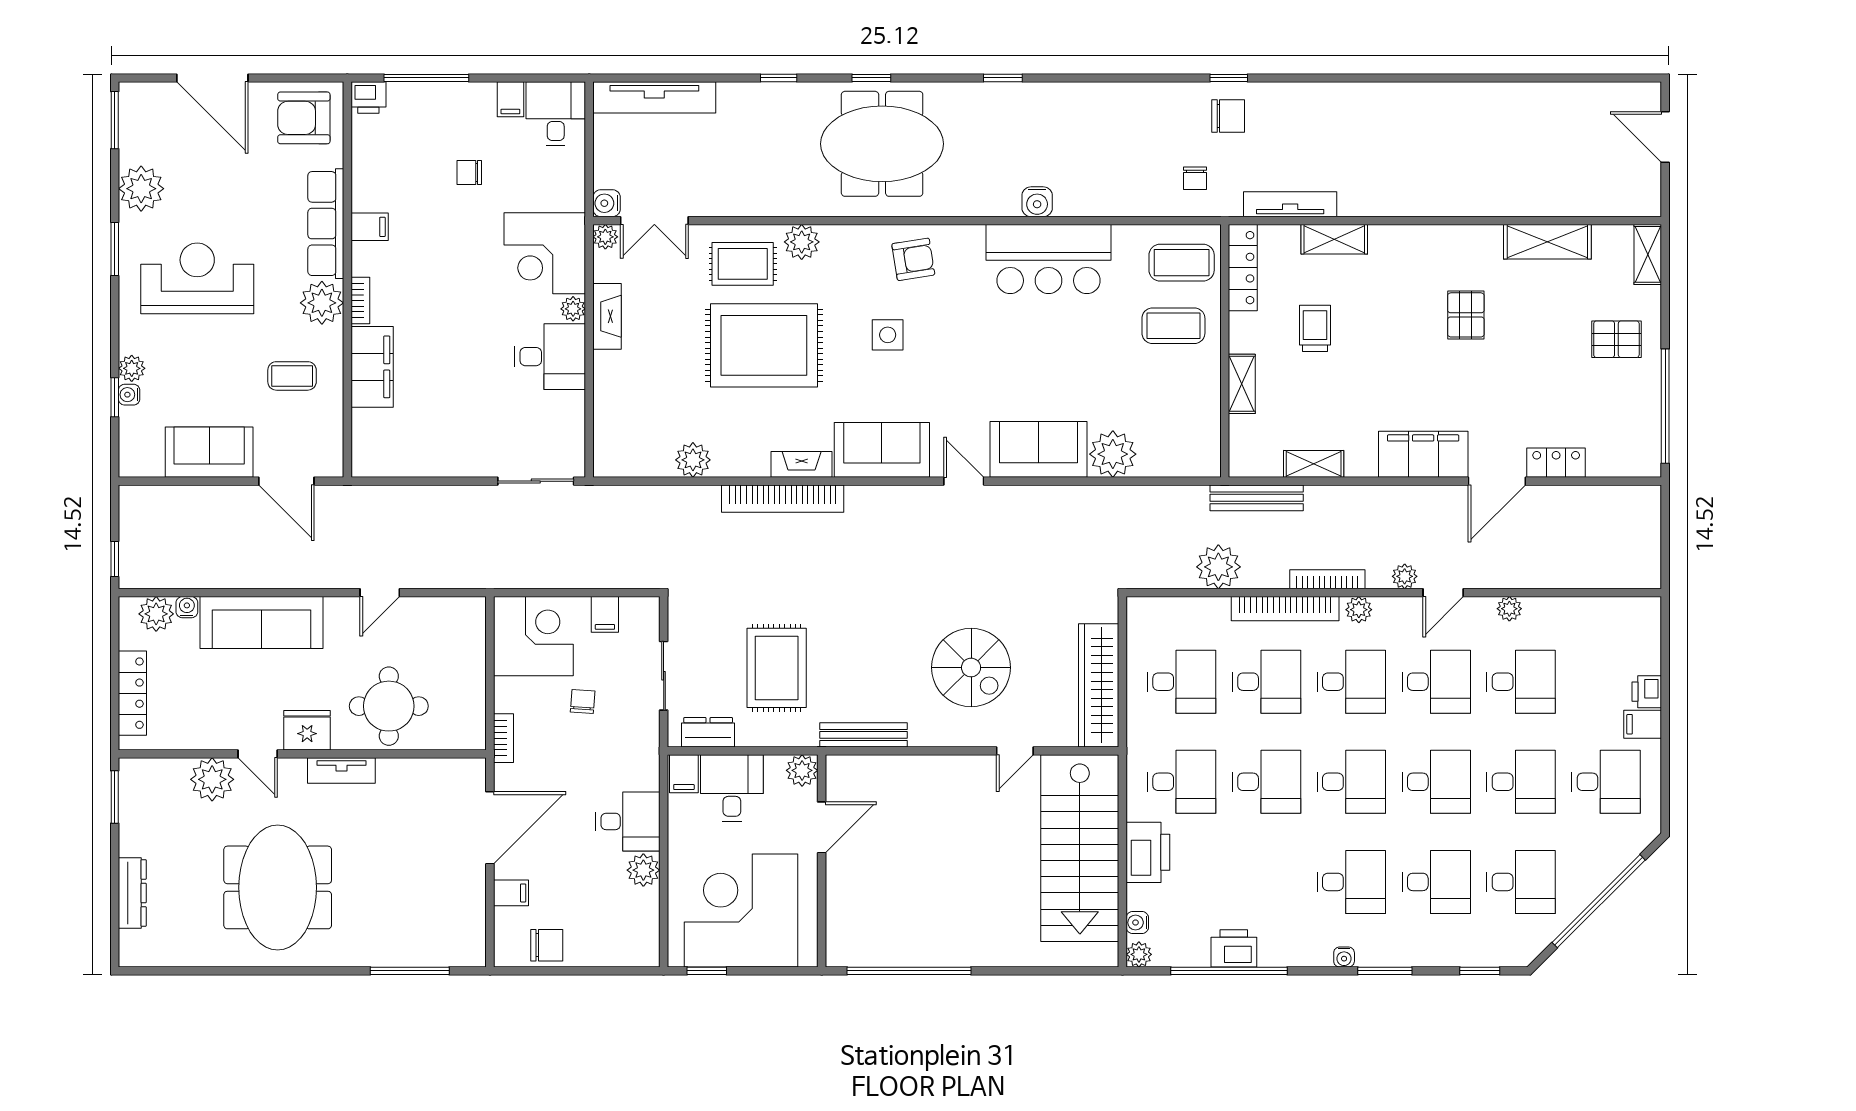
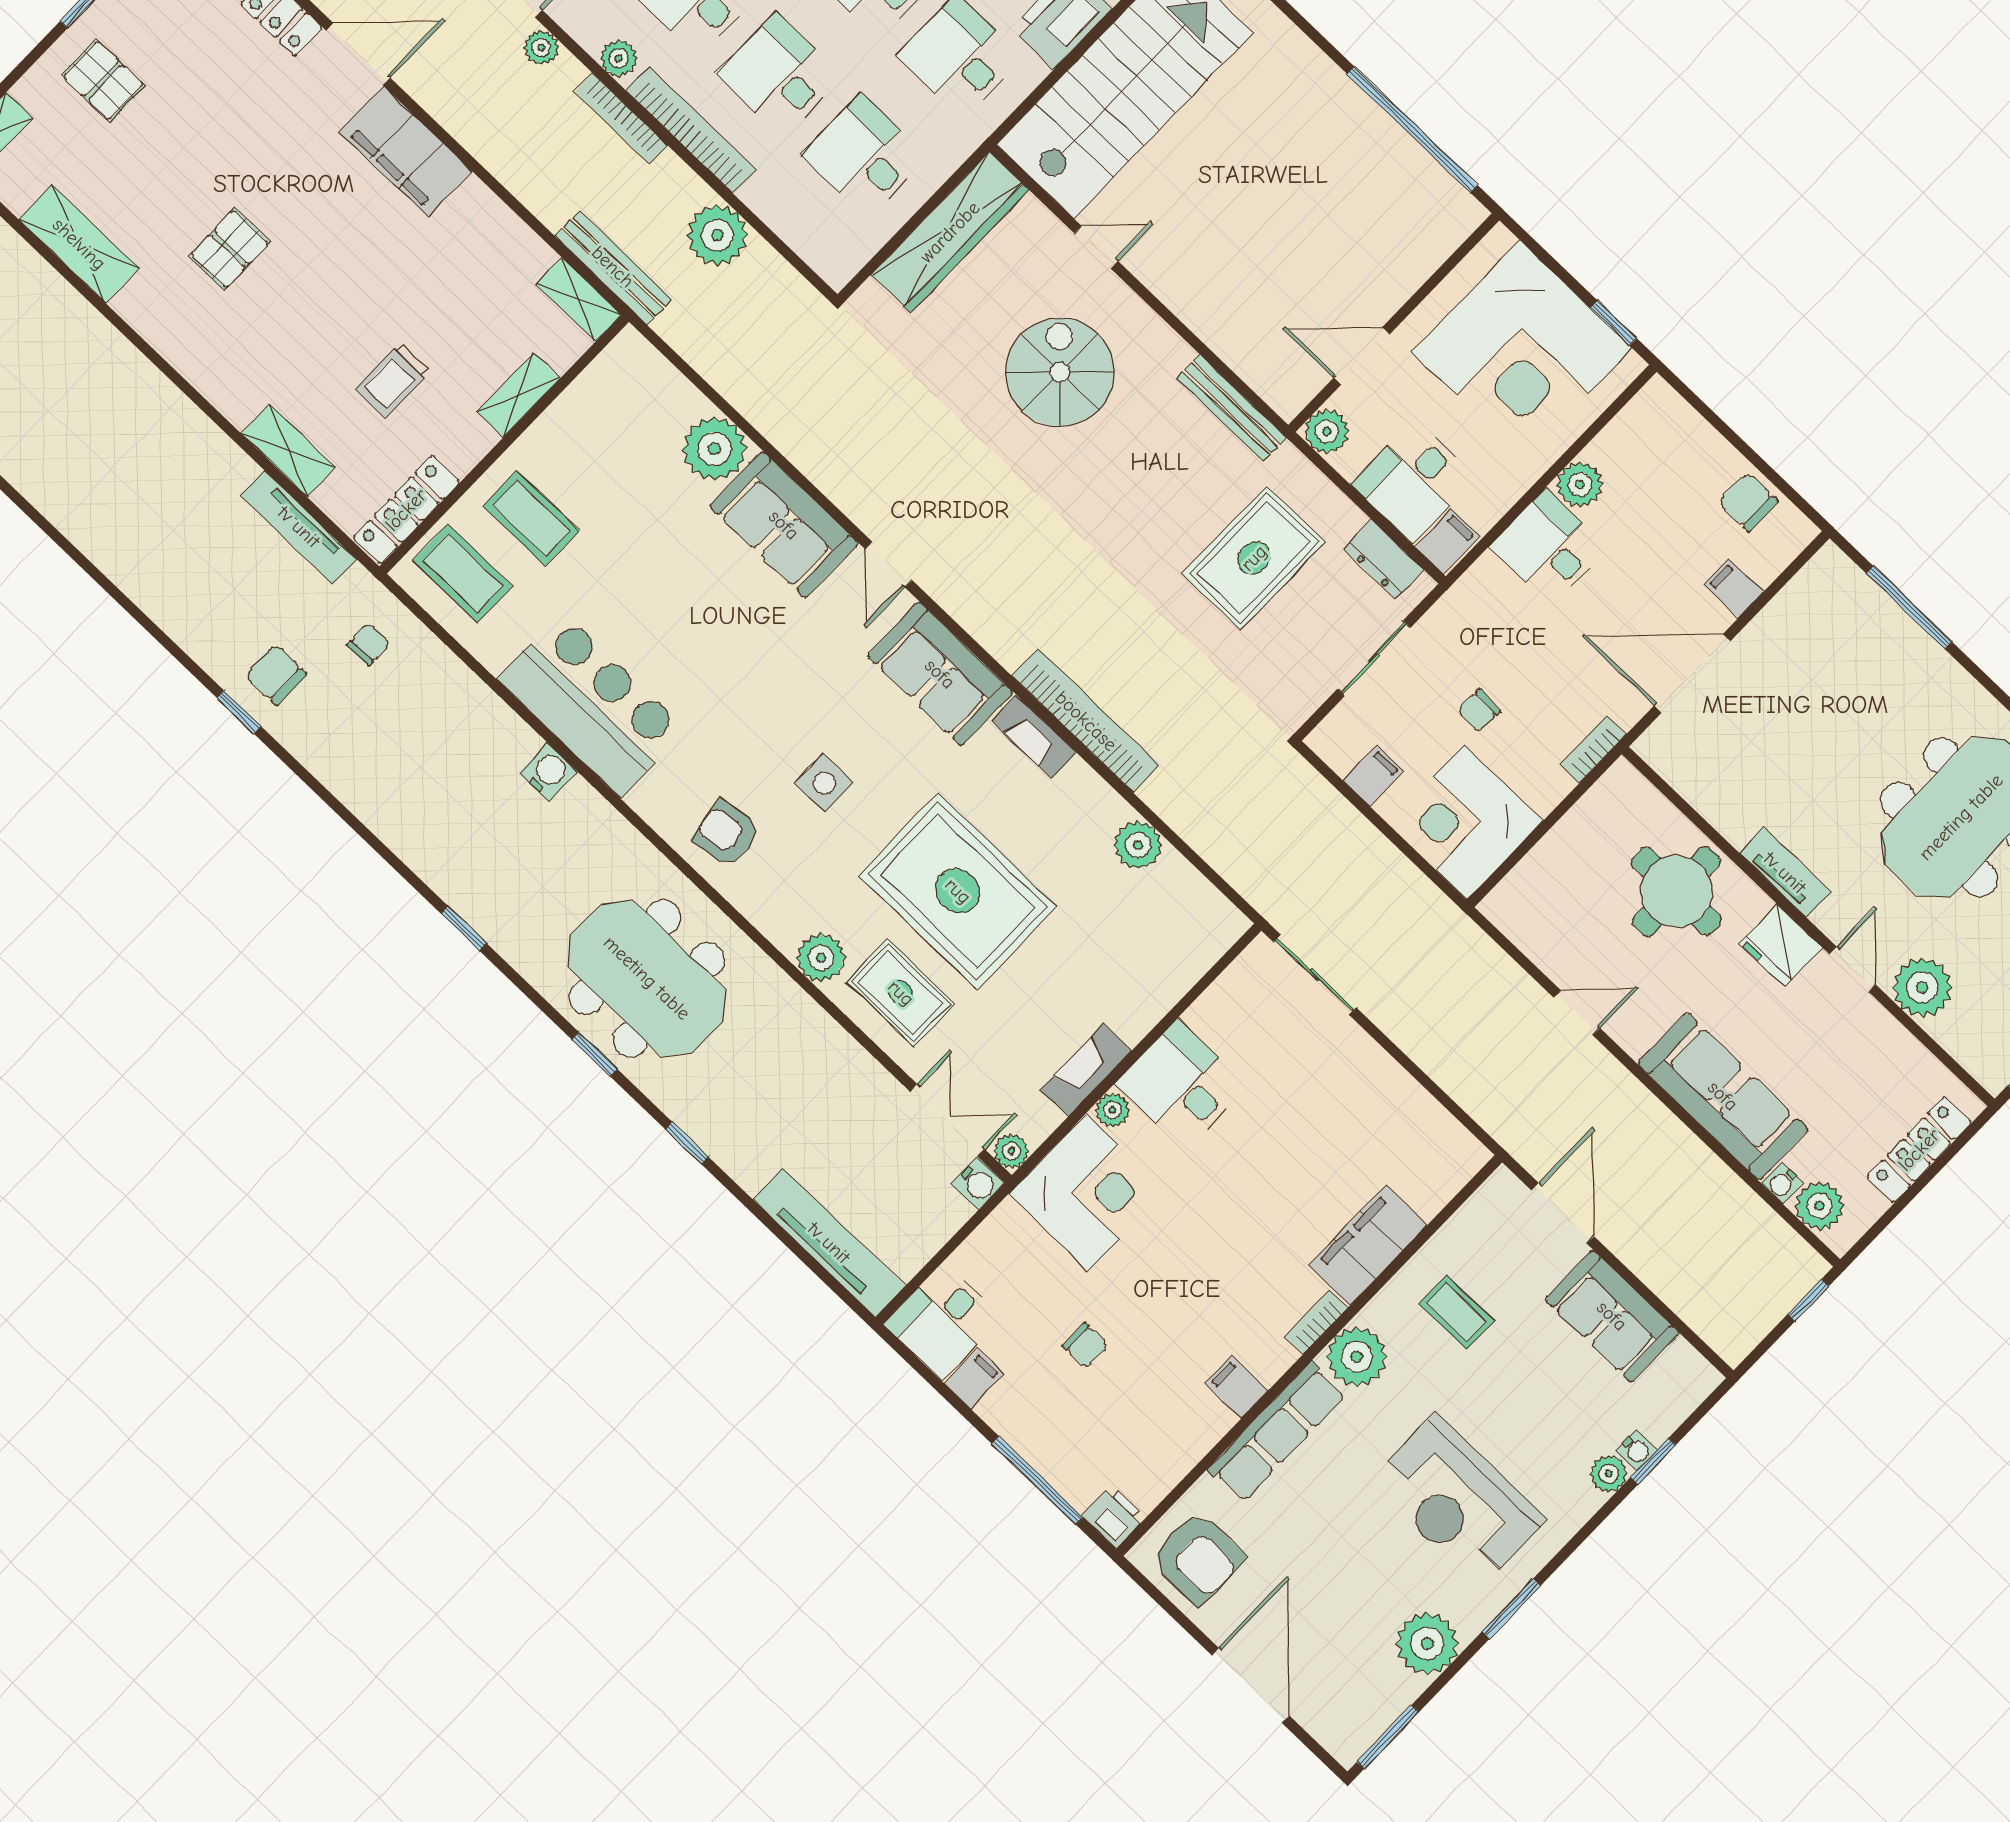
shelving: (1314, 464) -> (579, 299), moved

